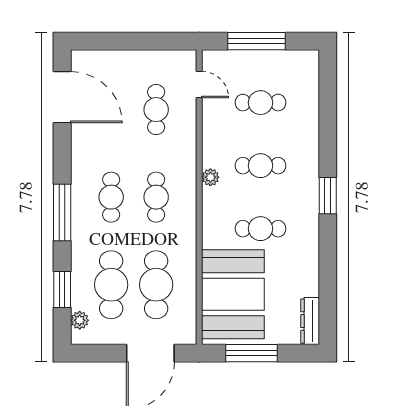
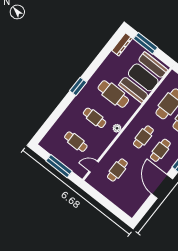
door: (199, 85) -> (94, 167), hinge flipped
door: (62, 97) -> (162, 186), moved
cafe table: (260, 229) -> (113, 94), width x1.37, depth x1.35
window: (252, 353) -> (145, 43), moved

